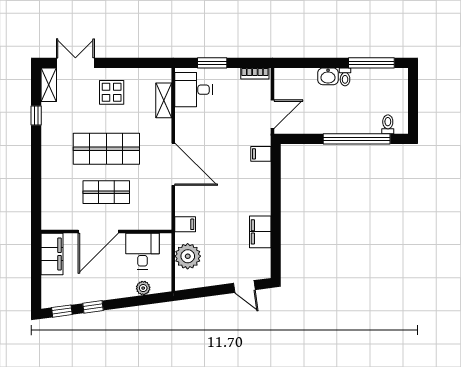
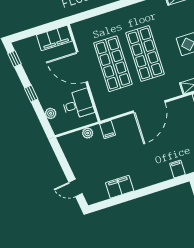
shop shelf: (106, 192) -> (113, 64), width x1.43, depth x1.36
plant: (188, 256) -> (88, 133), width x0.53, depth x0.53
door: (244, 287) -> (75, 188), hinge flipped
window: (93, 307) -> (31, 94), moved

